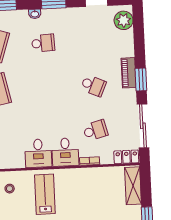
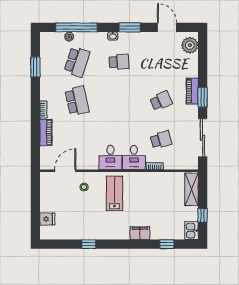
school desk: (93, 86) -> (161, 101), turned -48
locker: (126, 157) -> (187, 164), removed

